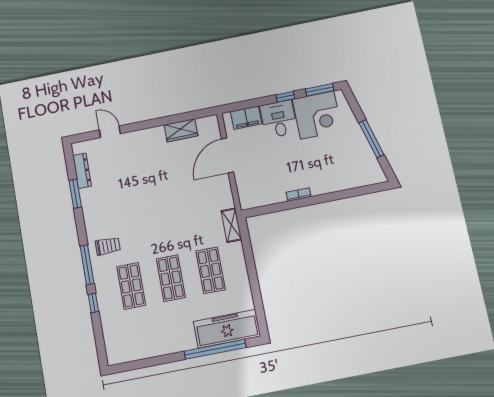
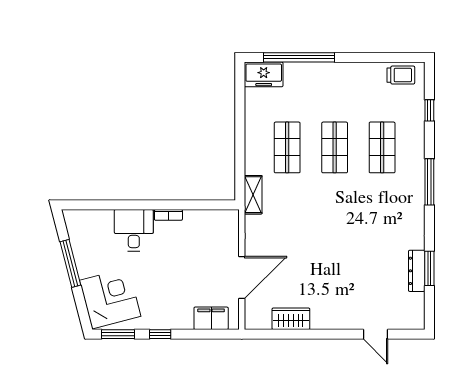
corner desk: (317, 115) -> (110, 298), moved, turned 76
desk: (279, 119) -> (134, 230), moved, turned 180
dresser: (82, 171) -> (417, 271), moved
trolley: (108, 246) -> (401, 75), moved, turned 180
window: (93, 303) -> (429, 110), moved
freezer: (227, 329) -> (264, 74), width x0.52, depth x0.79

